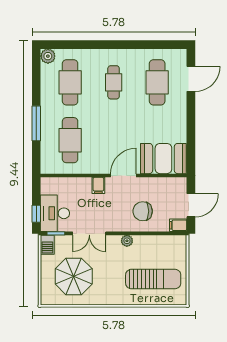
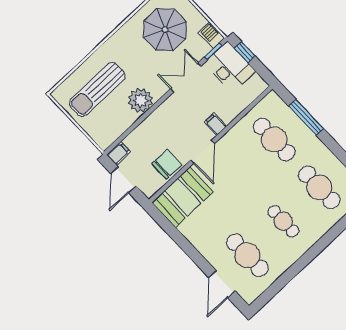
window: (36, 123) -> (306, 117), moved
chair: (143, 211) -> (167, 164), moved
plant: (127, 241) -> (141, 100), width x1.87, depth x1.87

